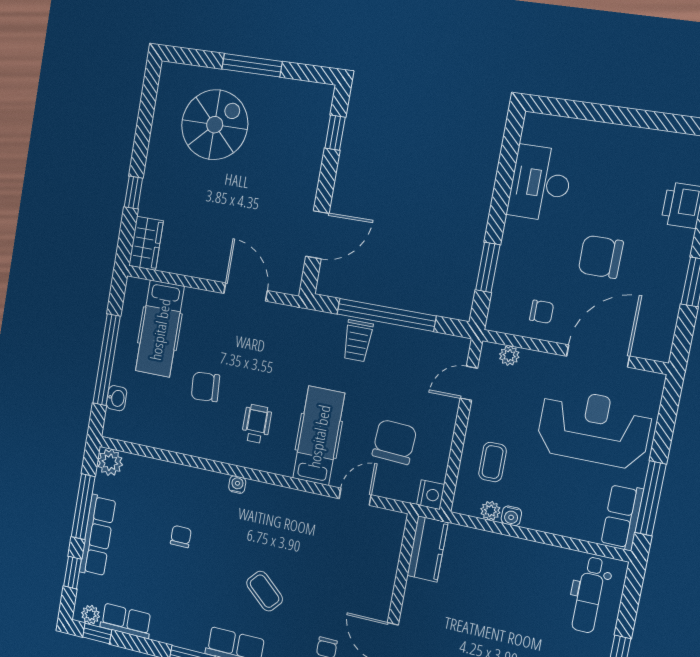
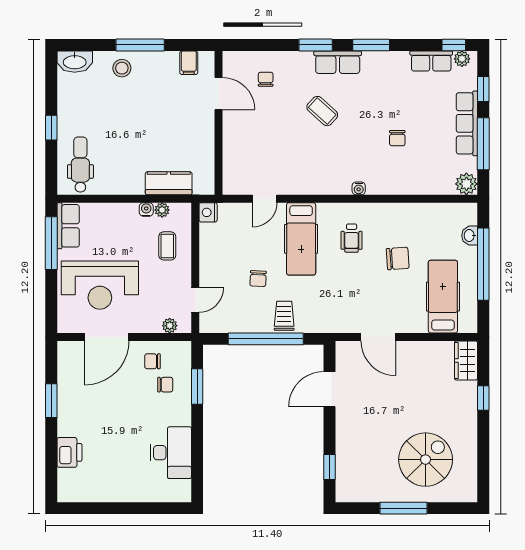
spiral stairs: (215, 125) -> (426, 460), turned 180
chair: (601, 257) -> (165, 385), moved, width x0.54, depth x0.54
chair: (394, 442) -> (258, 279), moved, width x0.54, depth x0.54
kitchen counter: (427, 549) -> (169, 183), moved, turned 90

